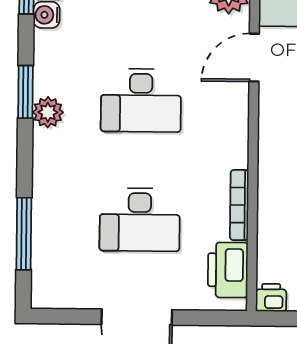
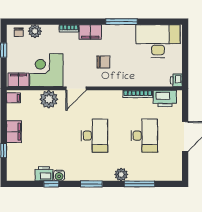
door: (254, 58) -> (76, 88), hinge flipped
plant: (48, 112) -> (121, 174), moved
window: (24, 234) -> (139, 184), moved

